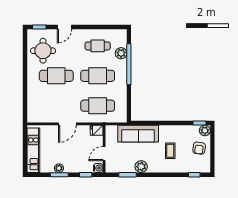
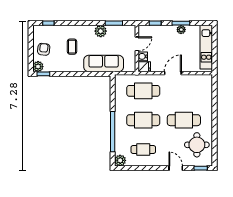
door: (64, 27) -> (176, 168), hinge flipped
plant: (121, 53) -> (120, 160), moved
water cooler: (98, 168) -> (143, 56), moved

